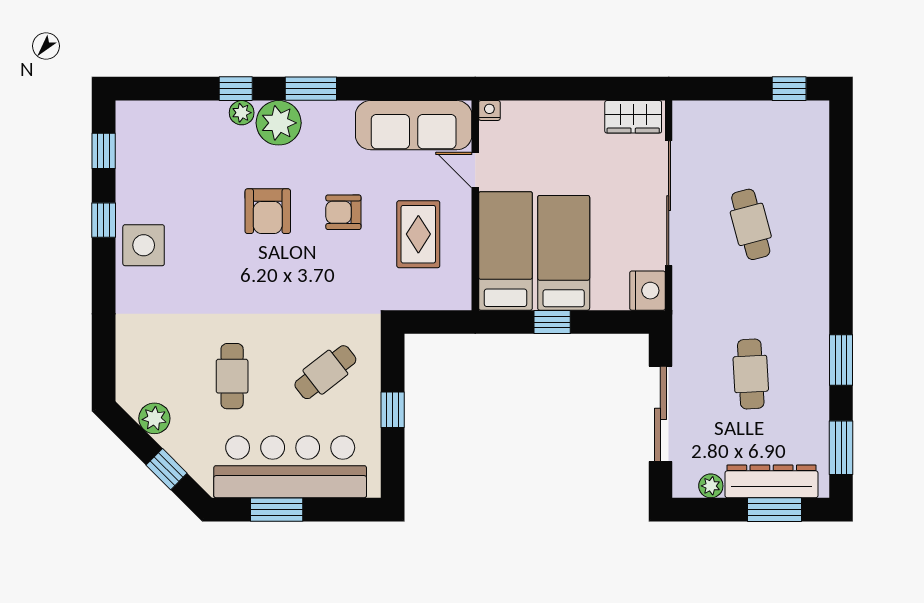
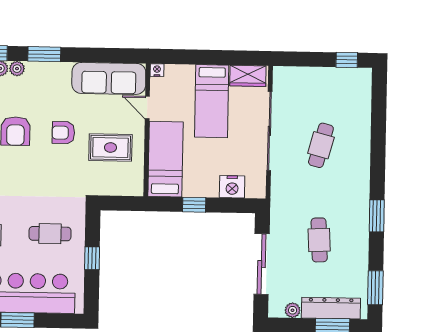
plant: (279, 123) -> (17, 69), width x0.53, depth x0.53
cafe table: (751, 224) -> (321, 145), turned 30
rug: (418, 234) -> (110, 147), turned 90
bed: (564, 253) -> (212, 101), moved, turned 180
nightstand: (647, 291) -> (232, 187), moved, turned 90
window: (841, 360) -> (377, 216), moved
cafe table: (325, 372) -> (50, 234), turned 38

